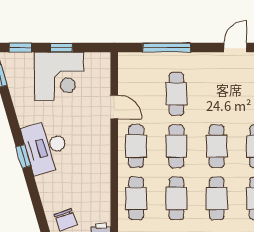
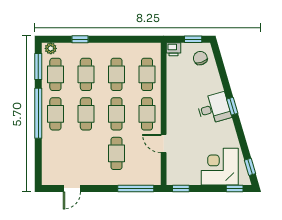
window: (61, 48) -> (181, 189), moved
window: (167, 48) -> (136, 189), moved
corner desk: (59, 76) -> (220, 167), moved
desk: (46, 147) -> (214, 108), width x0.73

